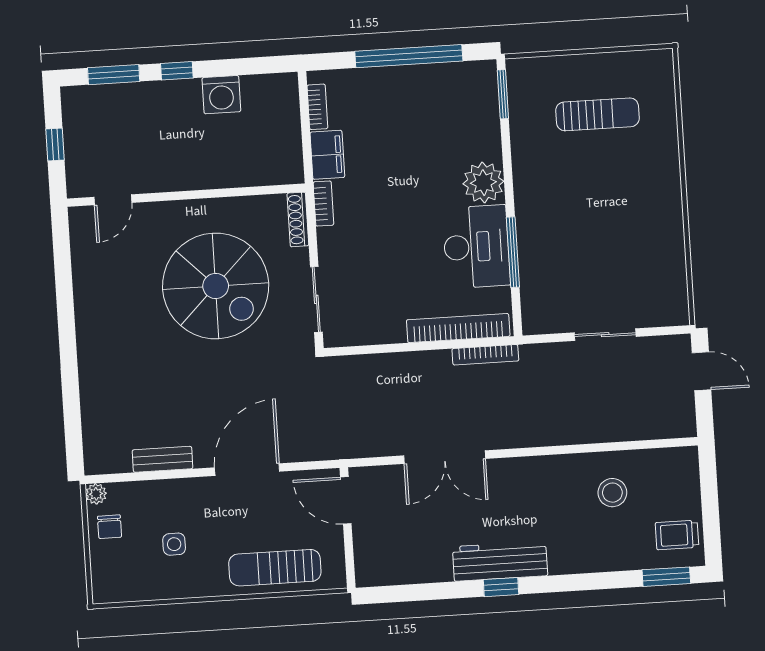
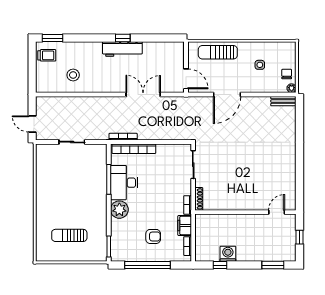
window: (177, 71) -> (220, 265), moved
armchair: (400, 124) -> (153, 236), added
spiral stairs: (216, 286) -> (235, 173), removed
bench: (163, 459) -> (283, 101), moved
sun lounger: (275, 568) -> (218, 52), turned 180

